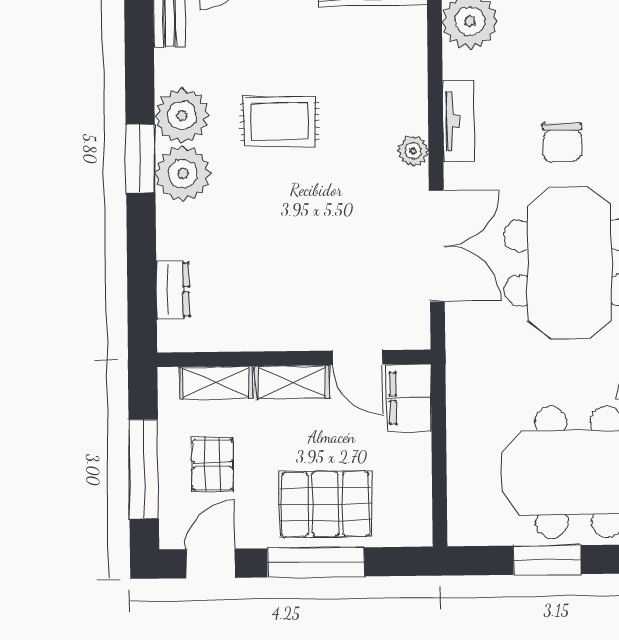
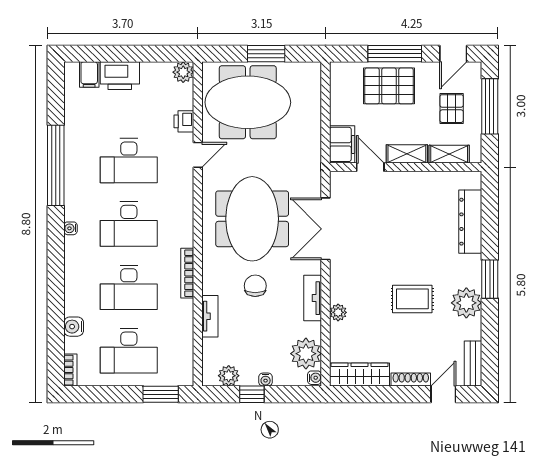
plant: (413, 151) -> (338, 312), moved
plant: (183, 174) -> (466, 271), removed
dresser: (173, 290) -> (470, 222), width x1.96, depth x1.24

